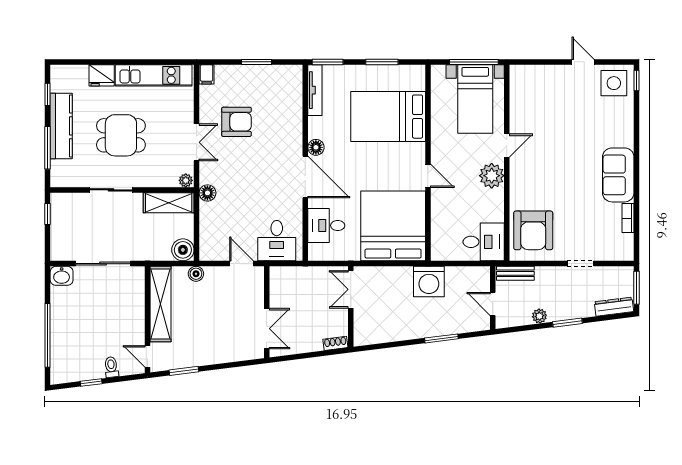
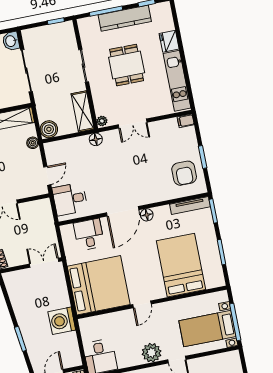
armchair: (236, 122) -> (184, 173), moved

